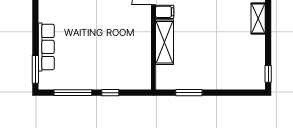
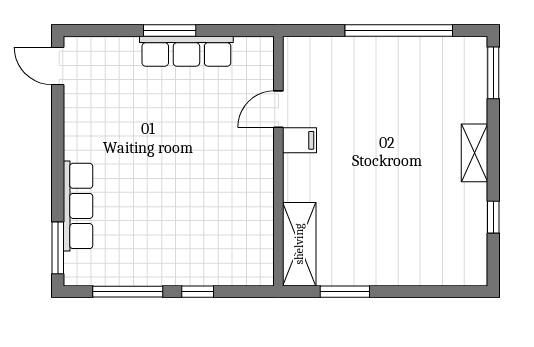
shelving: (165, 42) -> (299, 244), moved
window: (268, 74) -> (493, 217), moved

